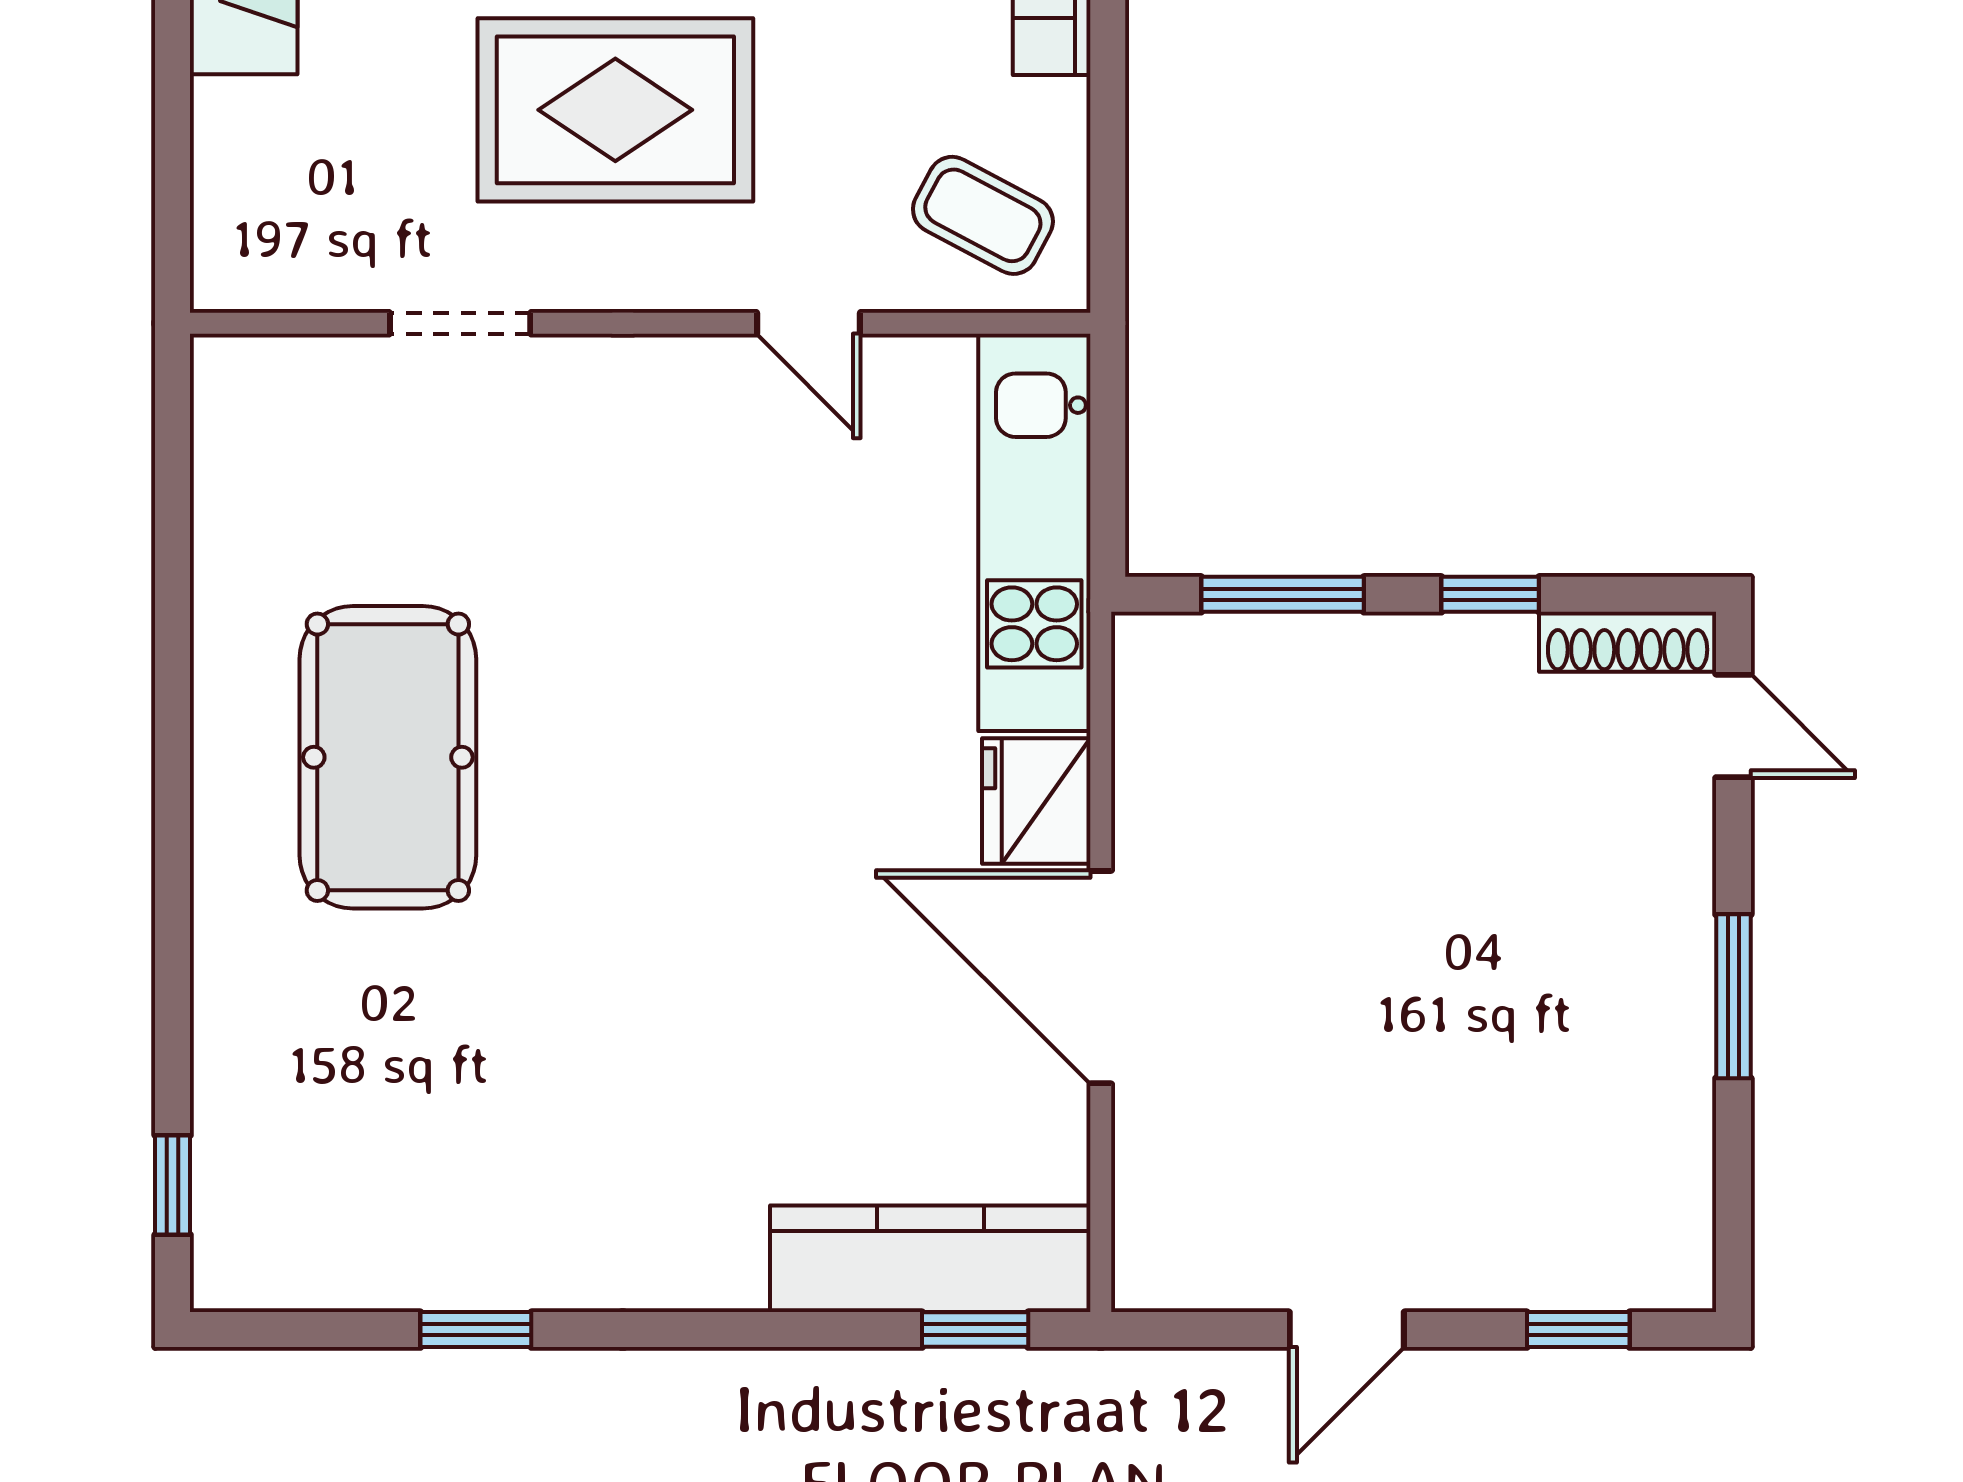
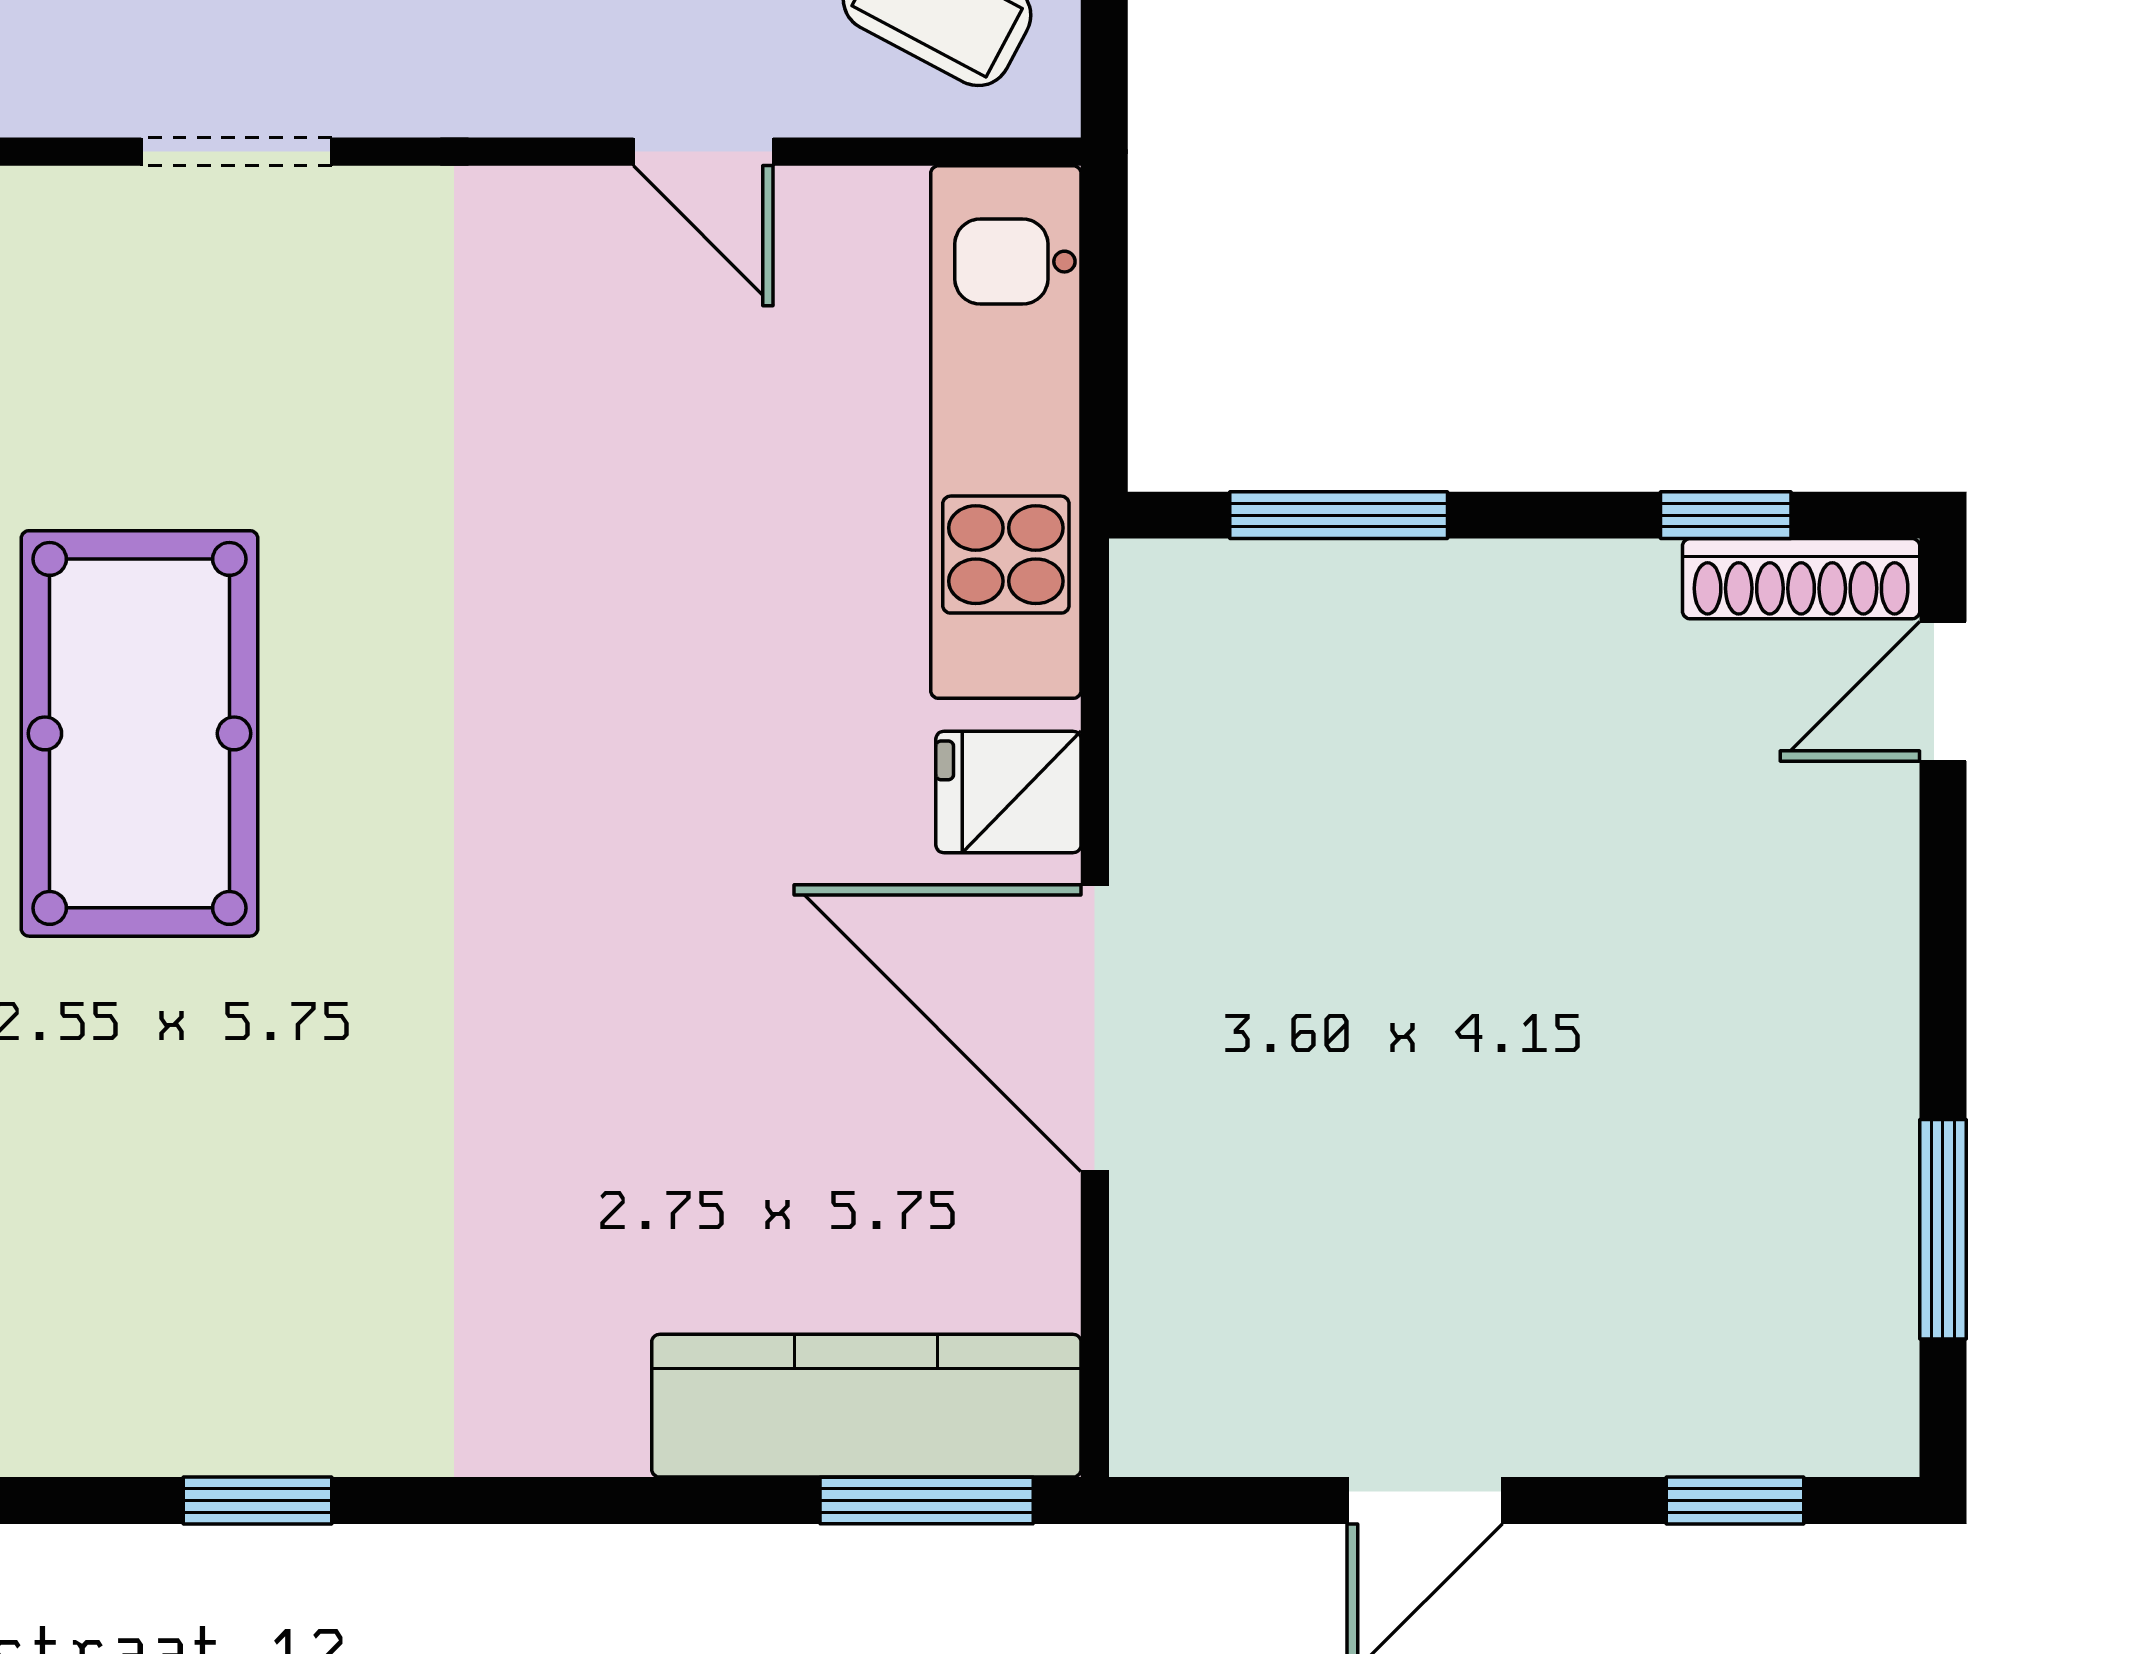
window: (1490, 594) -> (1726, 515), moved
door: (1733, 726) -> (1943, 691), swing flipped
fridge: (1036, 801) -> (1008, 792), width x0.72
window: (1733, 996) -> (1943, 1229), moved
window: (975, 1330) -> (927, 1501), width x1.50

